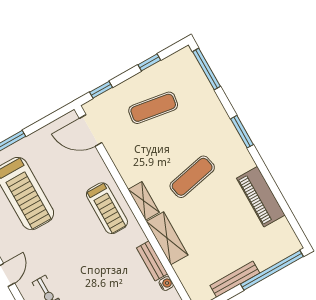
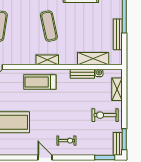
treadmill: (107, 208) -> (40, 82), turned 180
shelving: (167, 238) -> (93, 59), moved

